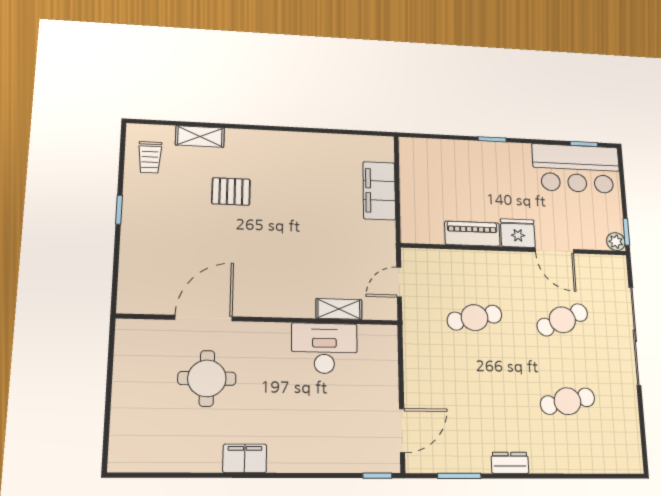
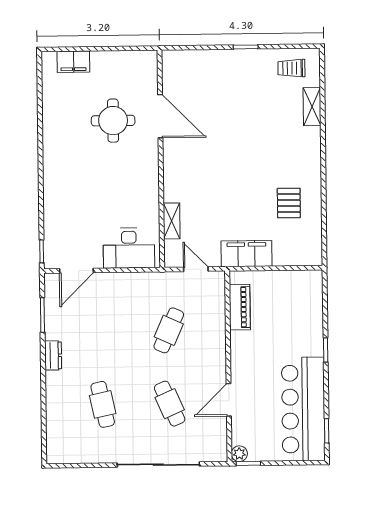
bar counter: (576, 169) -> (303, 409), width x1.36
pallet: (231, 191) -> (289, 203), moved
filing cabinet: (379, 191) -> (247, 254), moved
fridge: (518, 233) -> (243, 369), removed
piano: (472, 234) -> (240, 307), moved
cafe table: (474, 318) -> (169, 330), turned 36
desk: (324, 348) -> (129, 248), moved, turned 90
door: (402, 430) -> (76, 271), hinge flipped
filing cabinet: (245, 458) -> (73, 62), moved, turned 90

